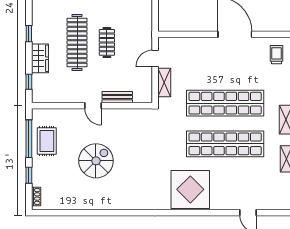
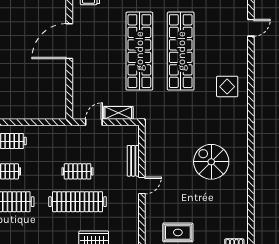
door: (155, 58) -> (94, 122), swing flipped
spiral stairs: (96, 161) -> (211, 162), moved
display table: (190, 189) -> (227, 87), width x0.54, depth x0.54

